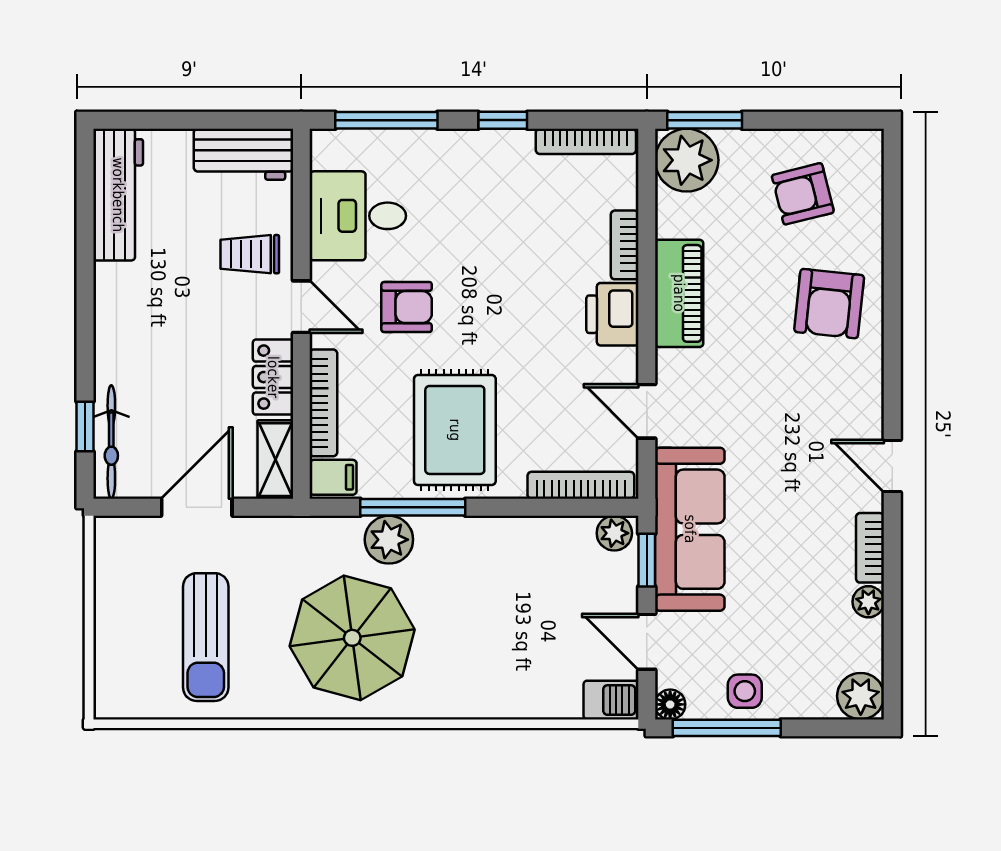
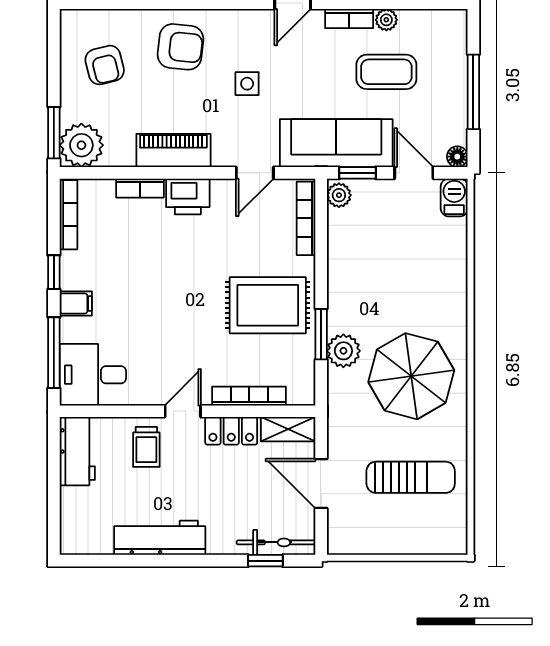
workbench: (118, 195) -> (160, 538), moved
desk: (358, 216) -> (93, 375), moved, turned 90
armchair: (407, 307) -> (183, 339), removed
filing cabinet: (333, 477) -> (76, 303), moved, turned 90
window: (413, 507) -> (321, 334), width x0.69
coffee table: (793, 602) -> (386, 72), added
door: (647, 642) -> (414, 173), swing flipped
side table: (745, 691) -> (247, 84), moved
plant: (861, 696) -> (451, 25), removed
window: (727, 728) -> (473, 92), moved

